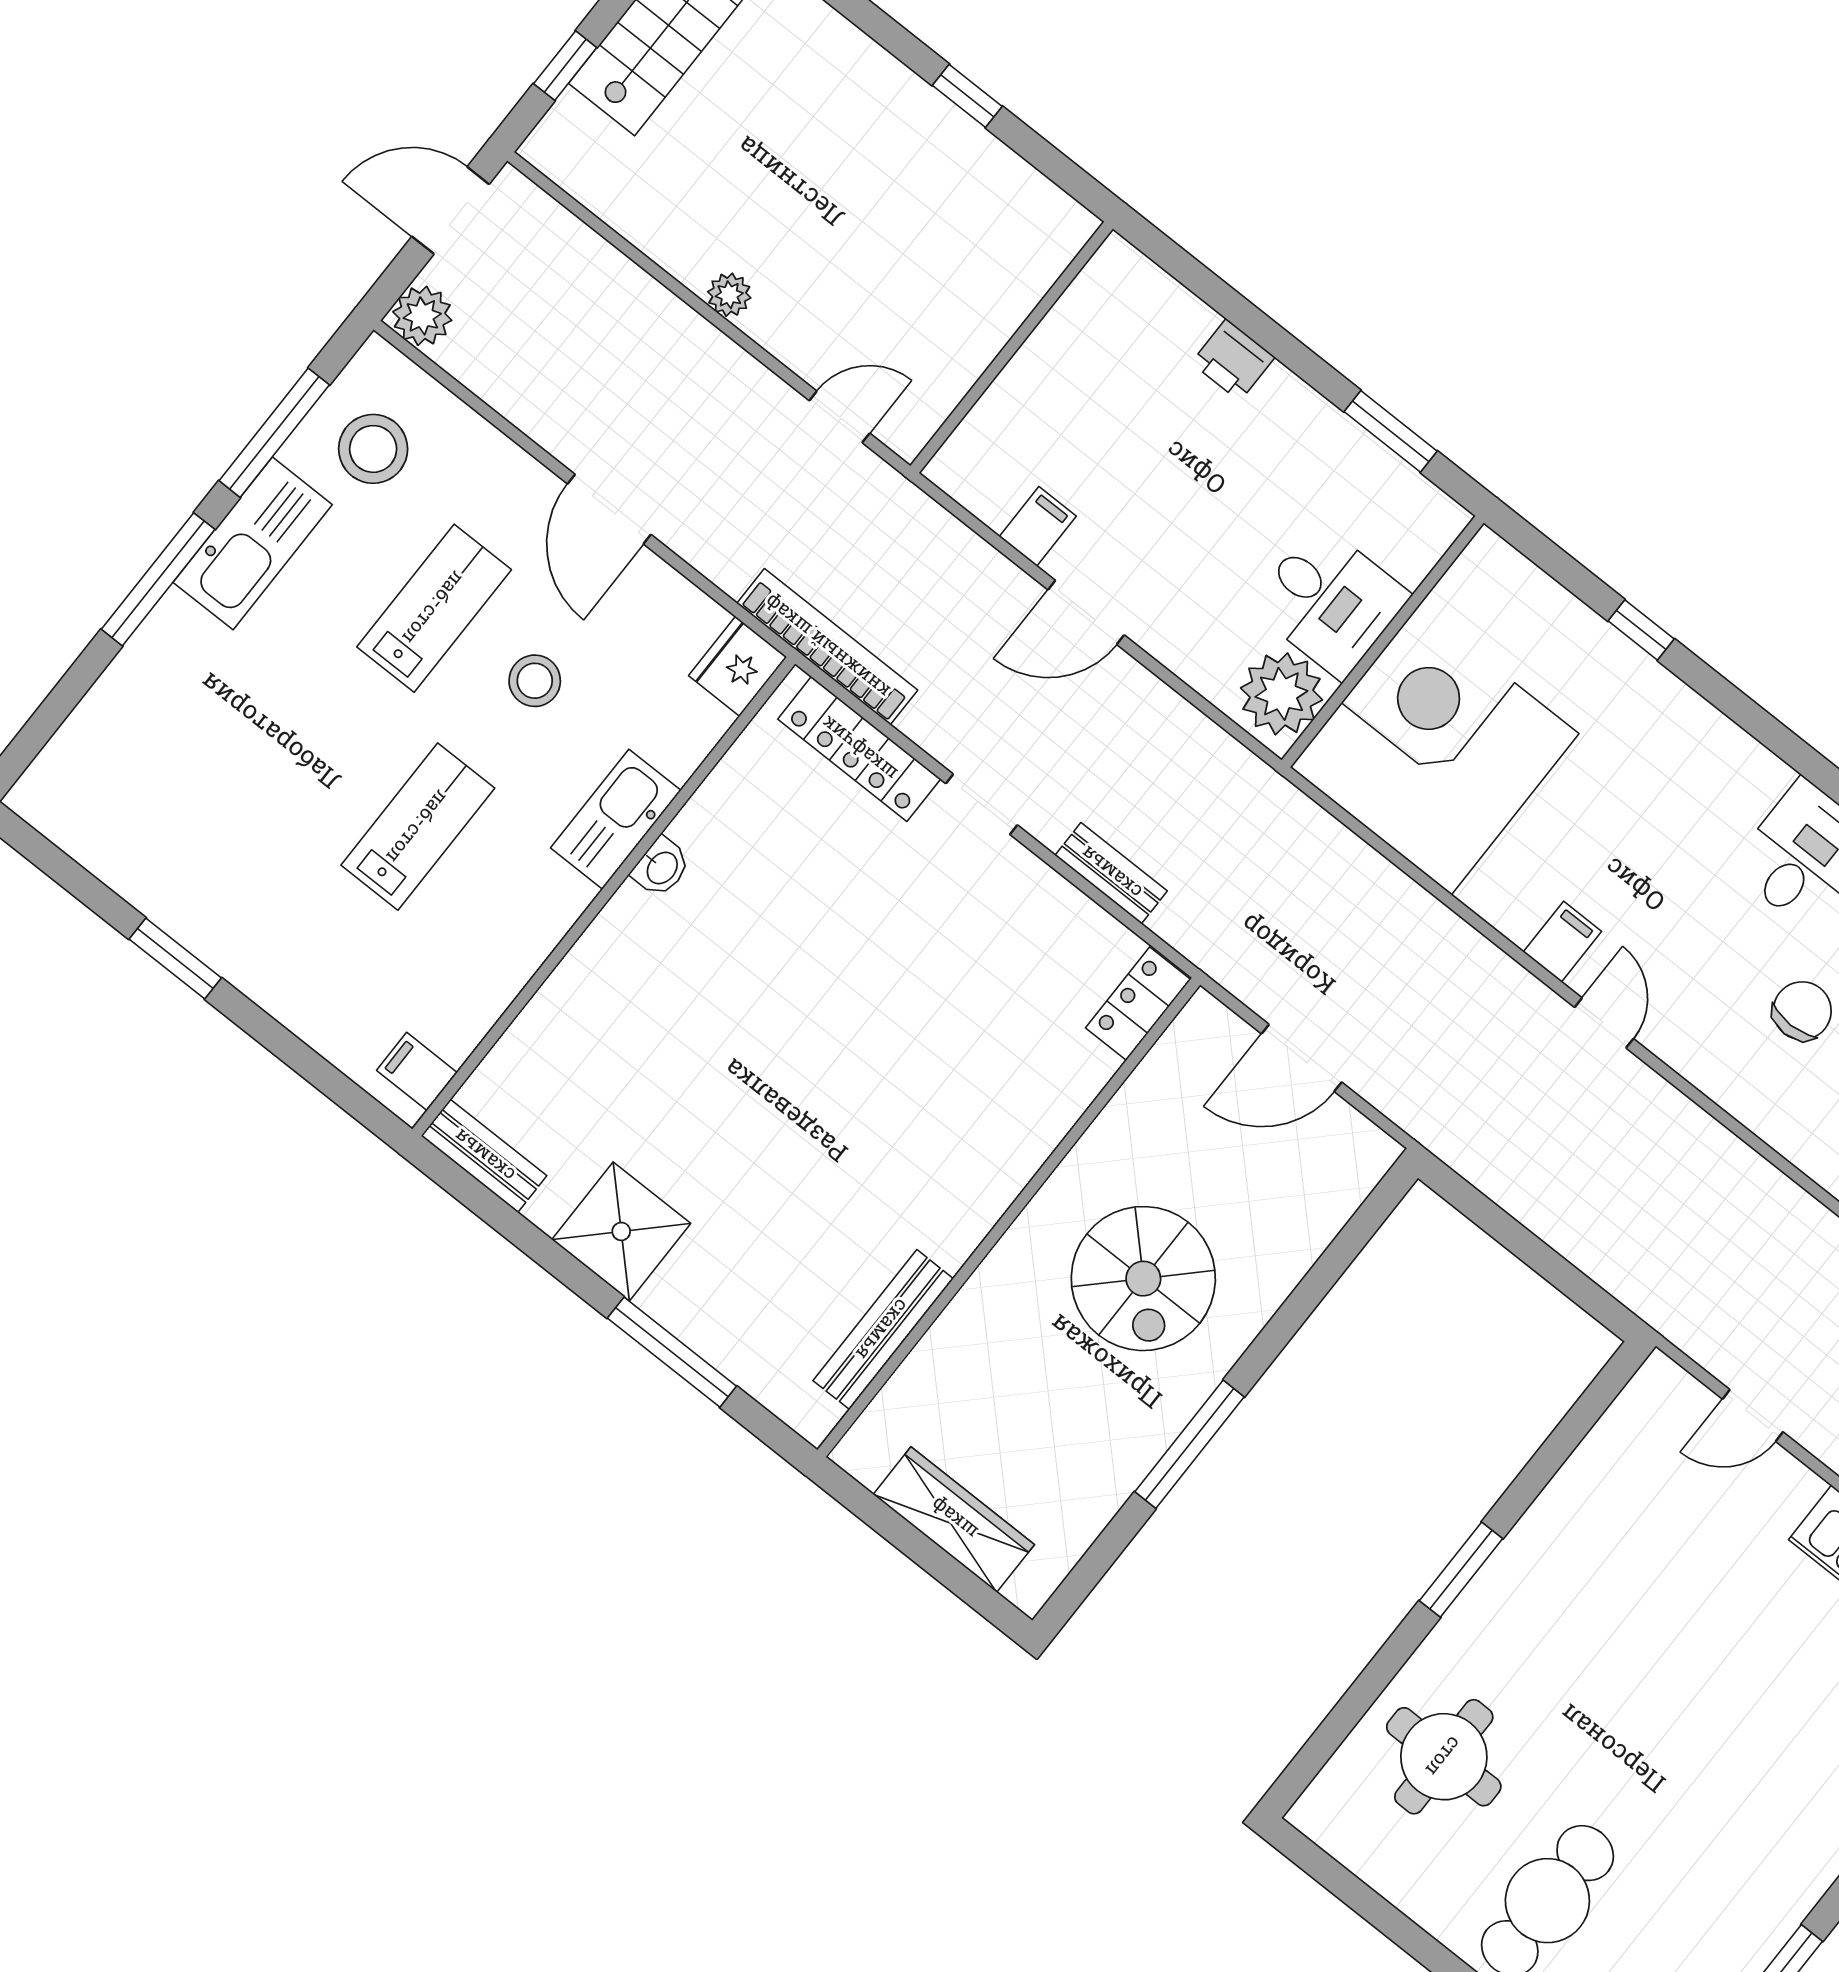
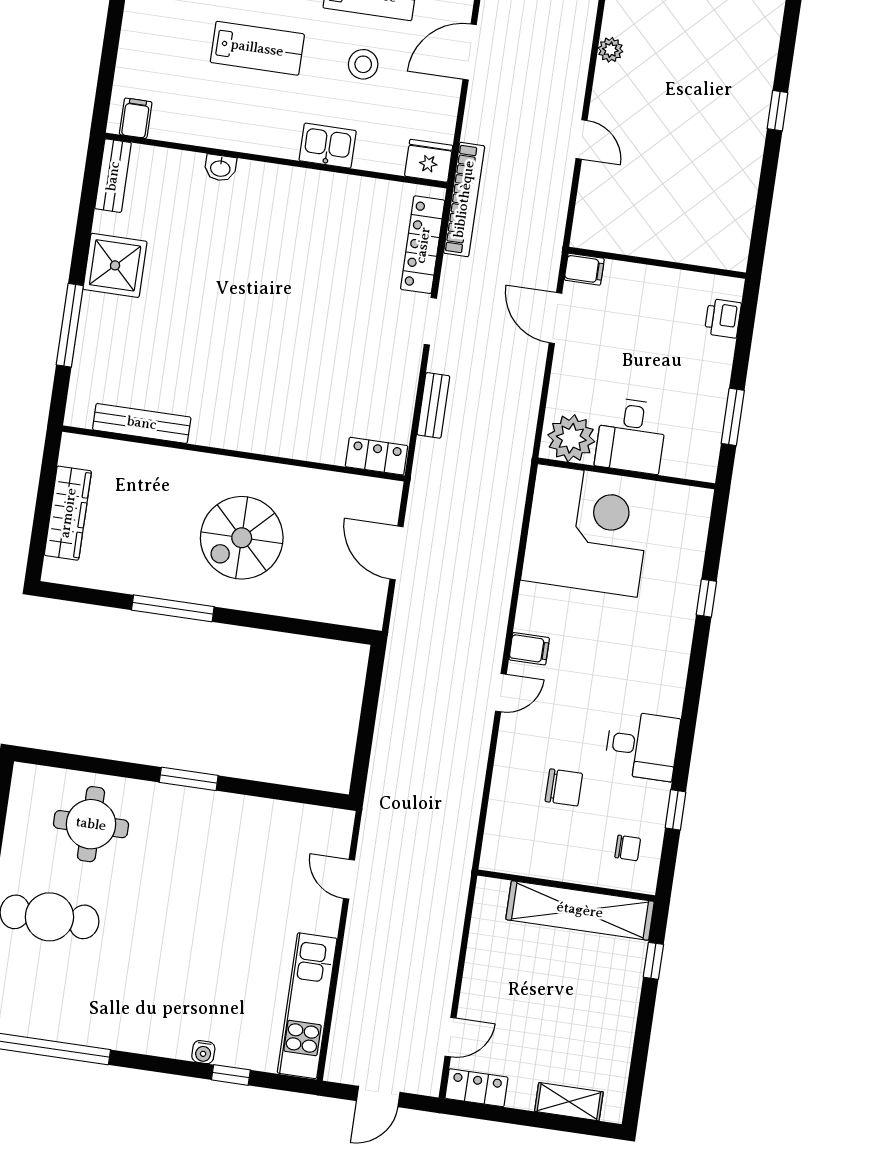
wall: (1012, 347) -> (657, 263), moved
kitchen sink: (616, 819) -> (328, 146), width x0.73
washbasin: (661, 867) -> (220, 168), moved

